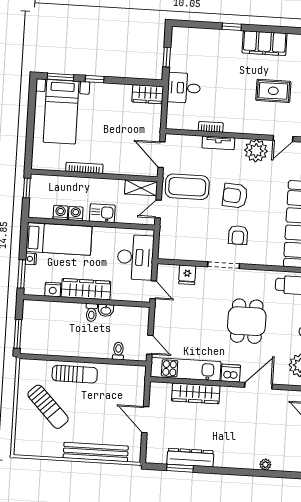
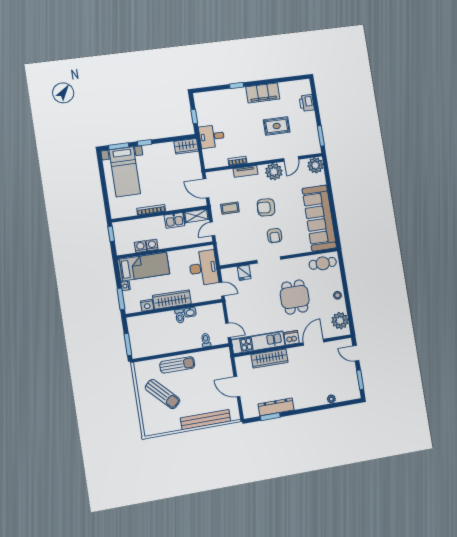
coffee table: (187, 187) -> (230, 208), width x0.54, depth x0.58
kitchen sink: (102, 213) -> (174, 220), moved, turned 180

